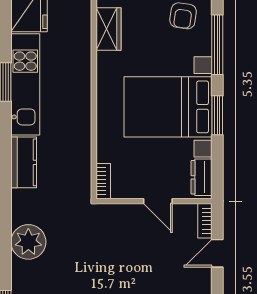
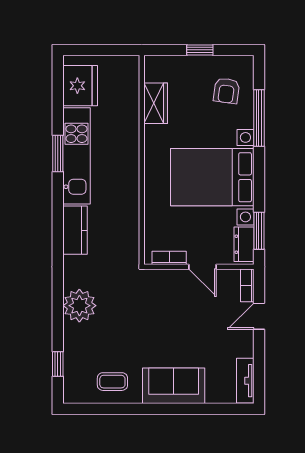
window: (217, 115) -> (259, 231), moved
bookcase: (103, 181) -> (169, 258), moved, turned -90

